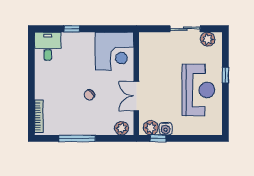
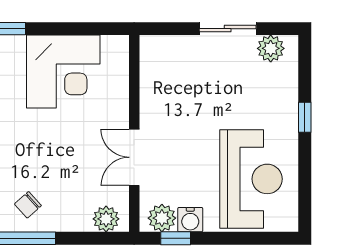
corner desk: (115, 51) -> (63, 72), moved
reception desk: (198, 90) -> (251, 179), moved
chair: (89, 95) -> (28, 205), moved

